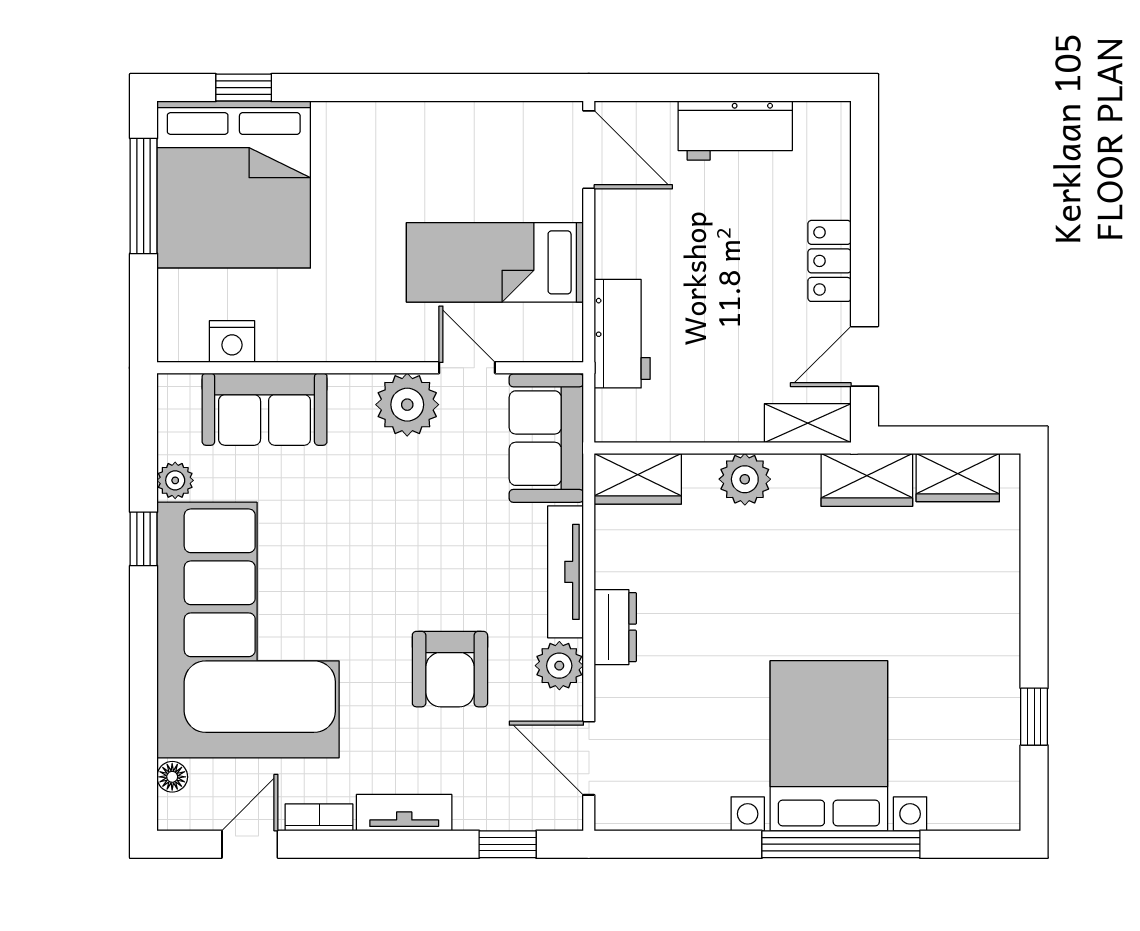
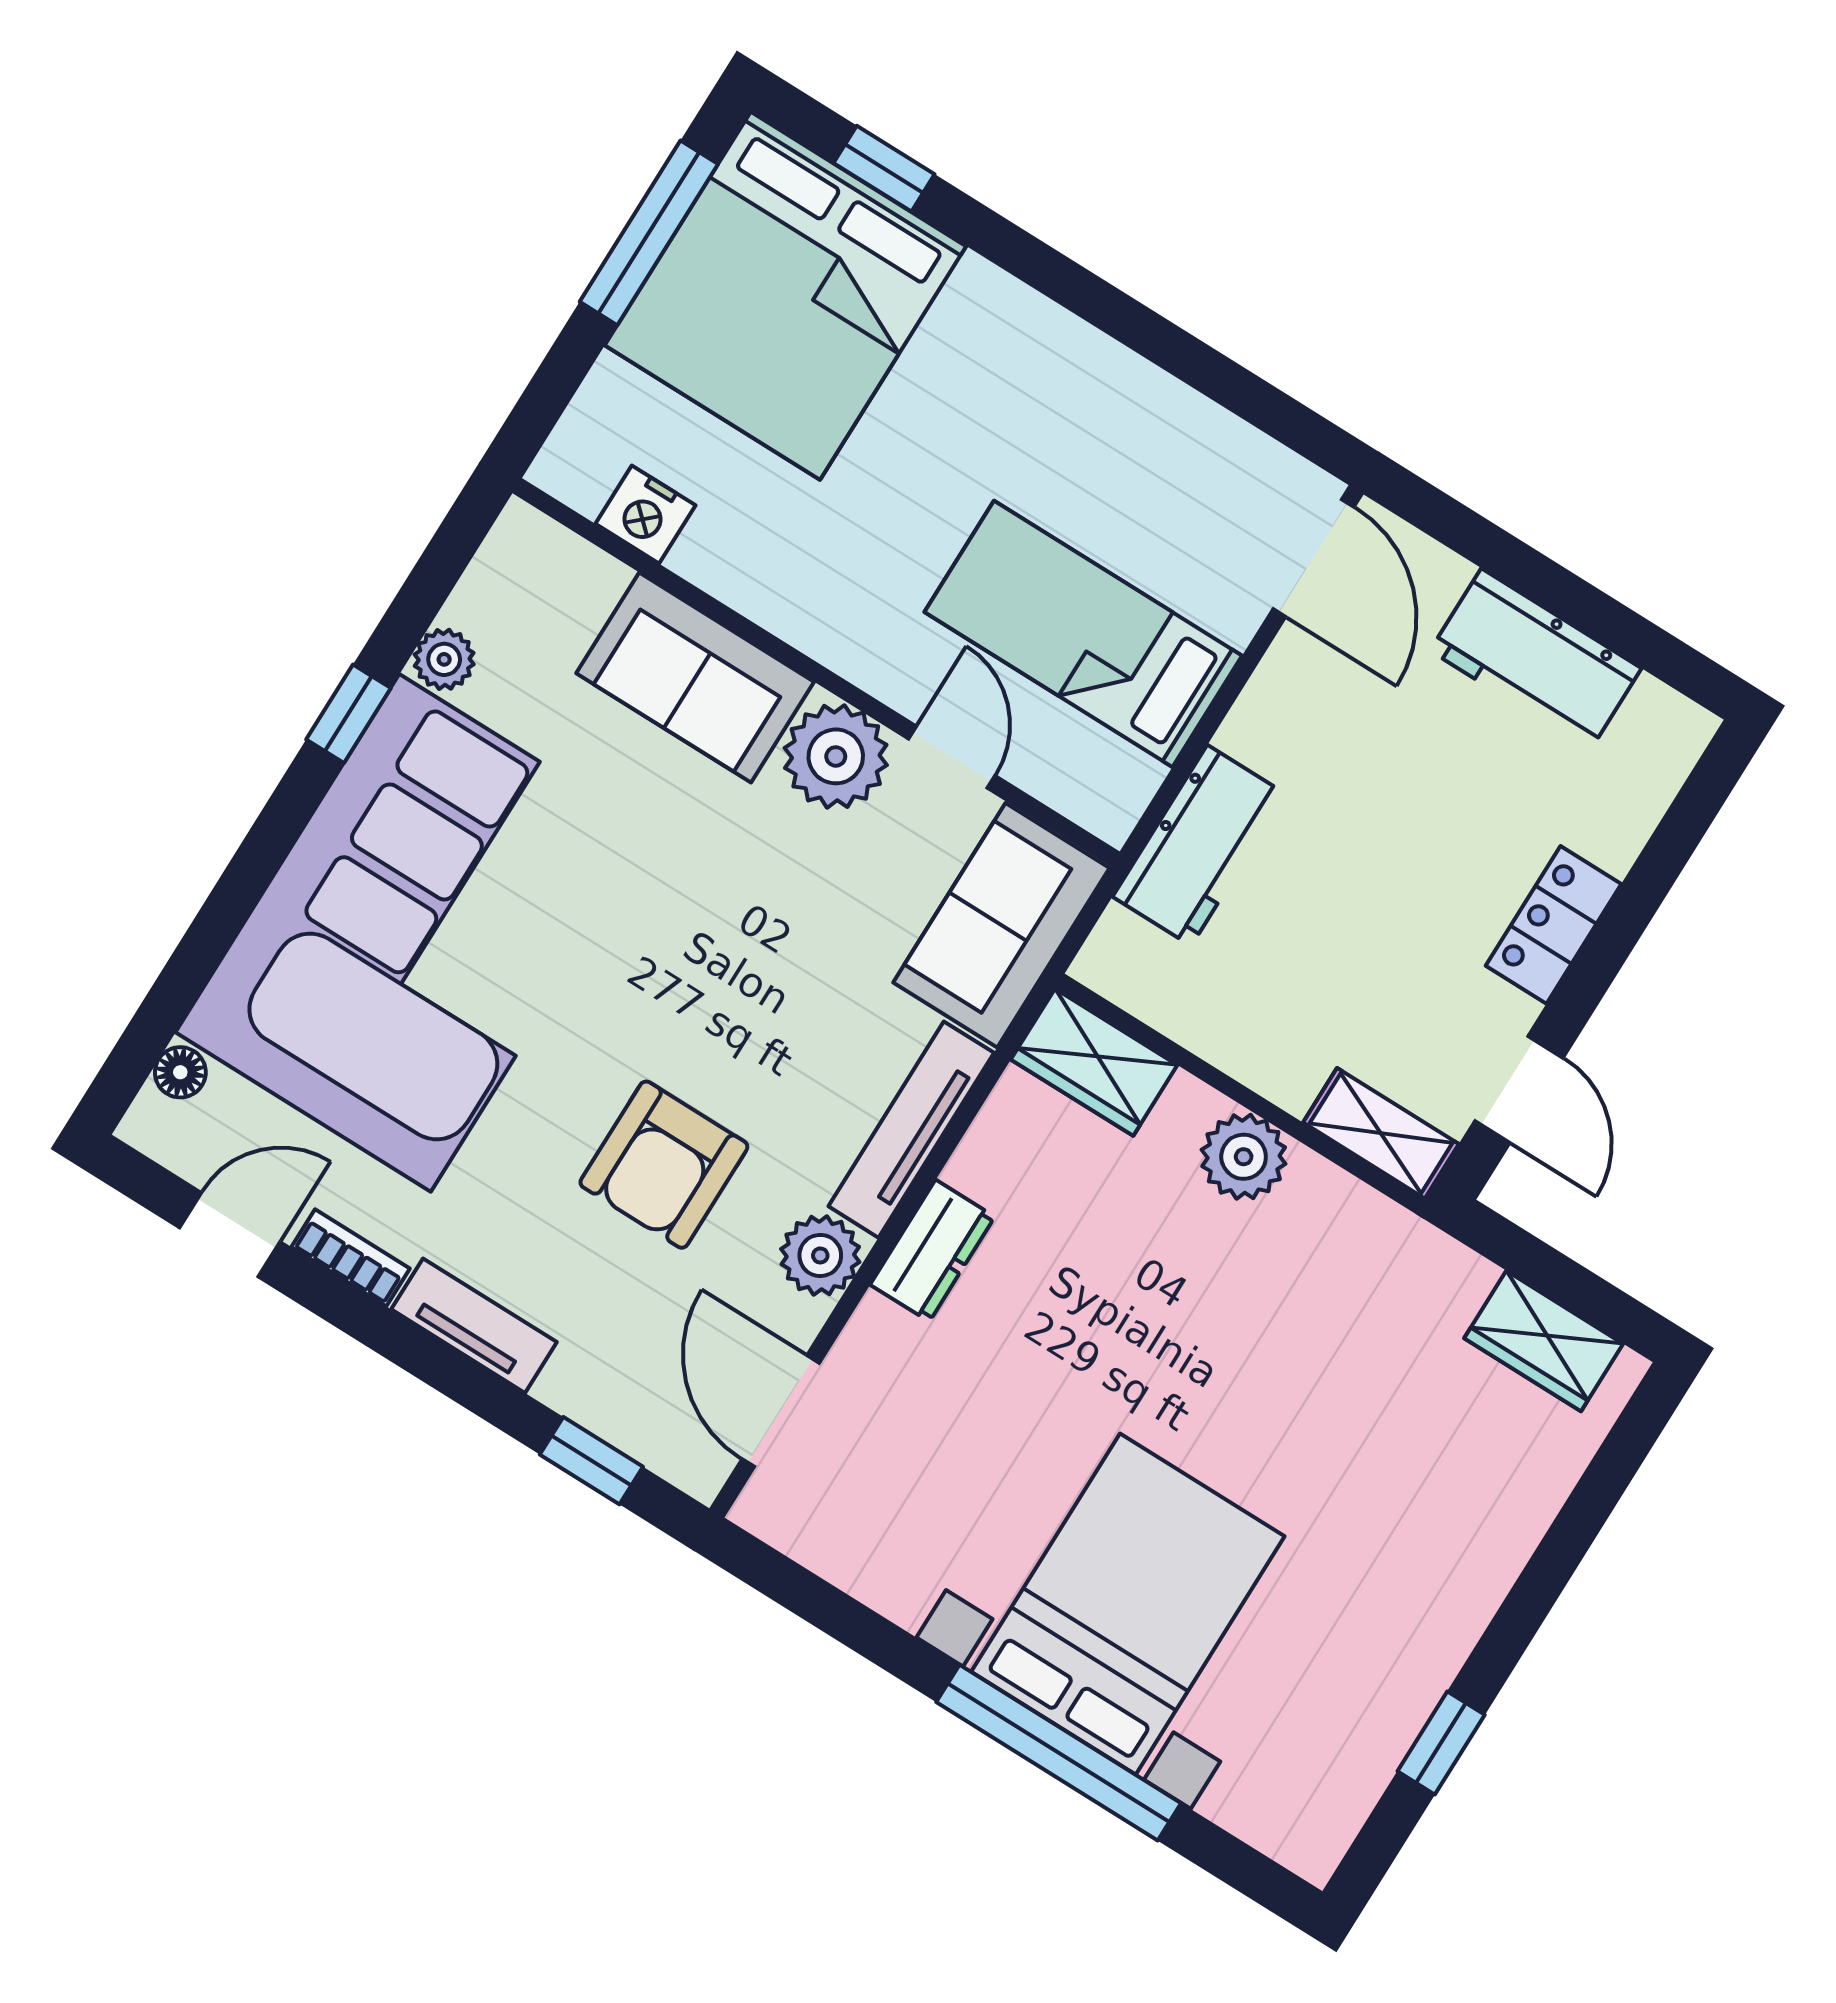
door: (865, 356) -> (1519, 1089), swing flipped
sofa: (265, 409) -> (695, 677), moved
wardrobe: (867, 480) -> (1414, 1265), removed

